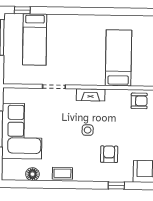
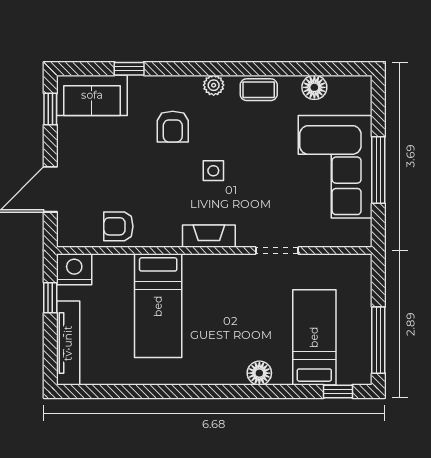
floor lamp: (65, 21) -> (259, 373), added
plant: (87, 176) -> (214, 85), added
window: (116, 186) -> (129, 69), moved

